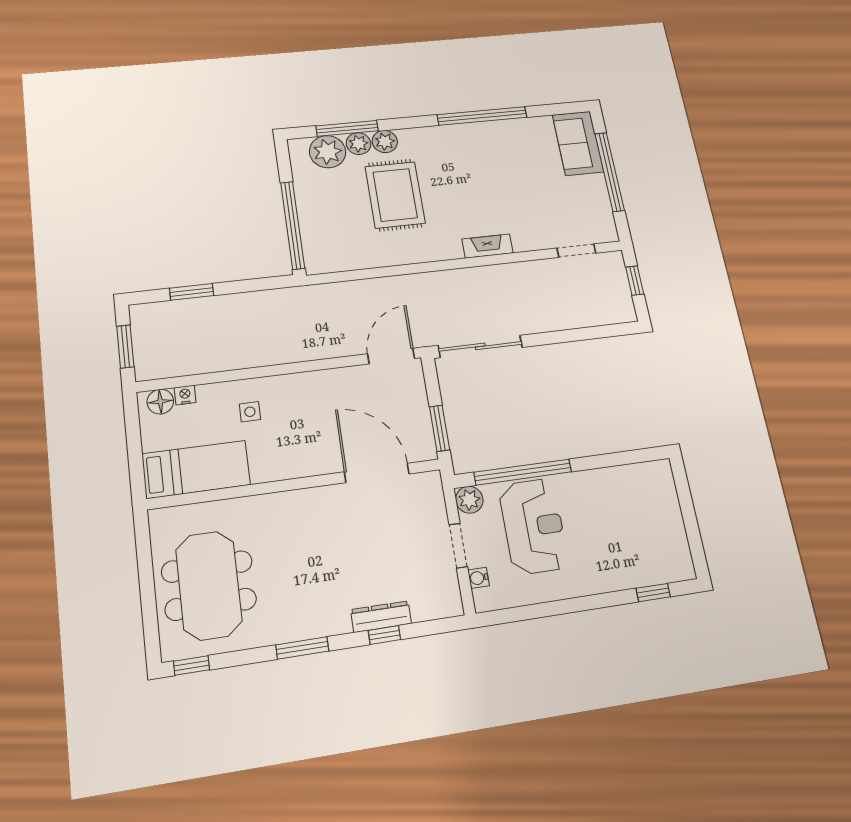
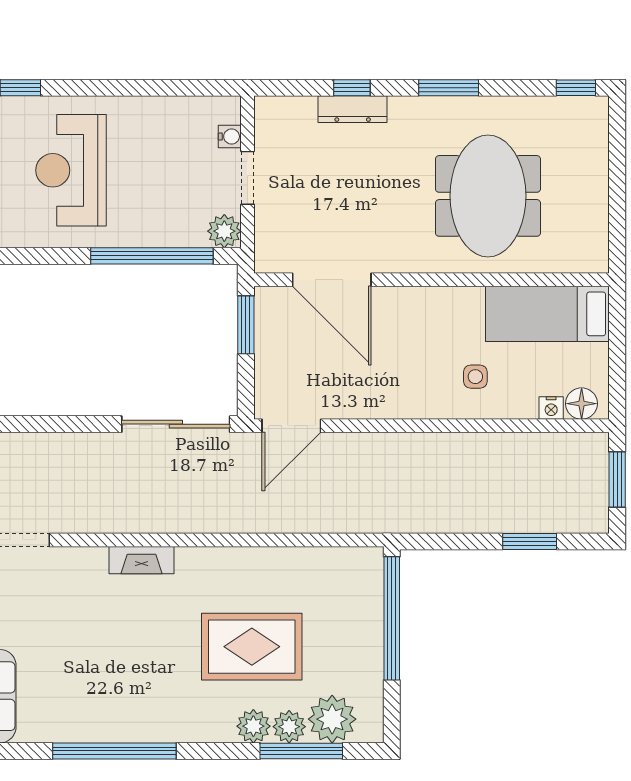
rug: (395, 195) -> (252, 647), turned 90
reception desk: (534, 526) -> (71, 170), moved
meeting table: (209, 585) -> (488, 196), moved

